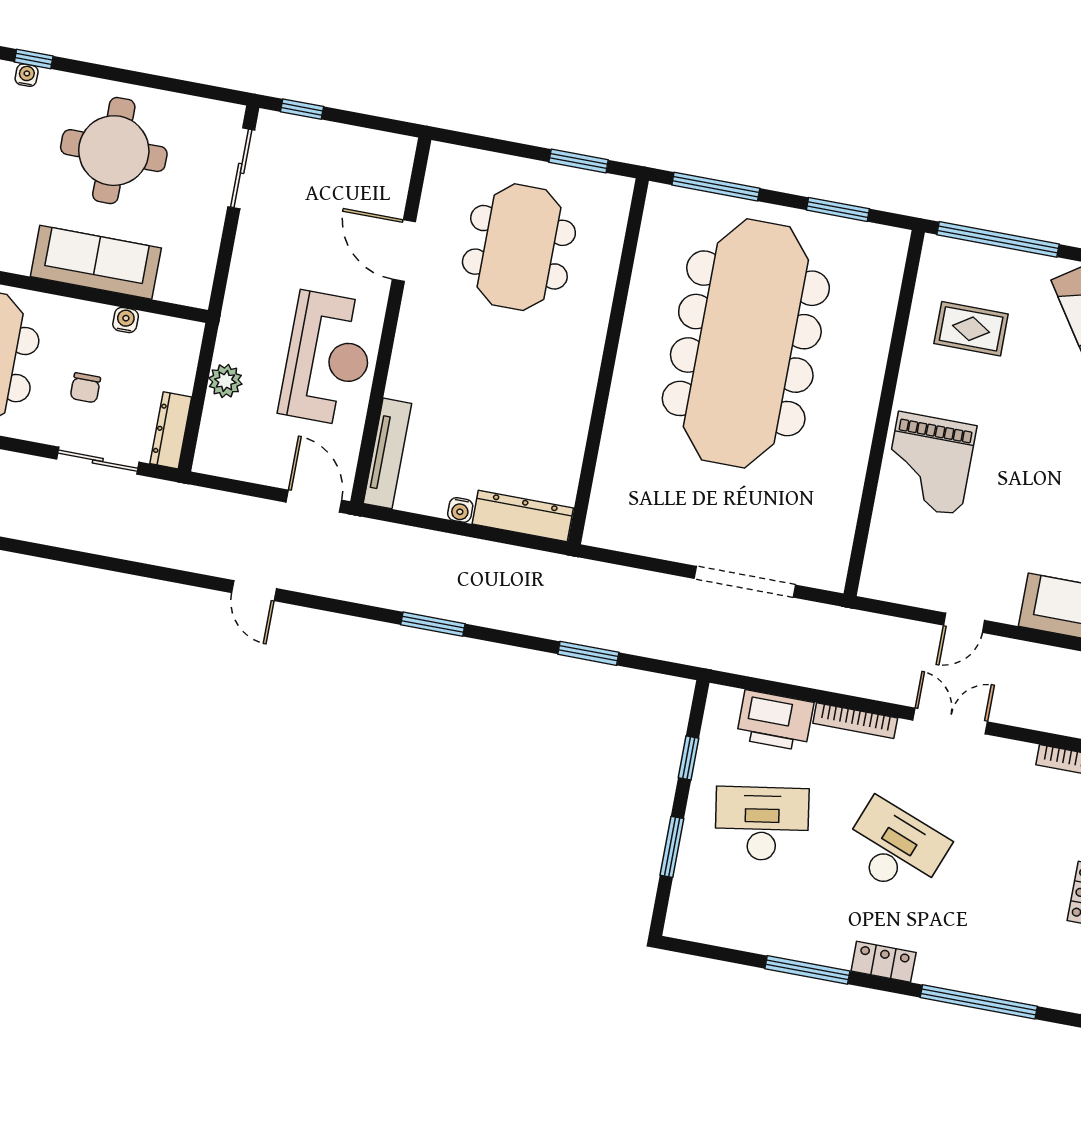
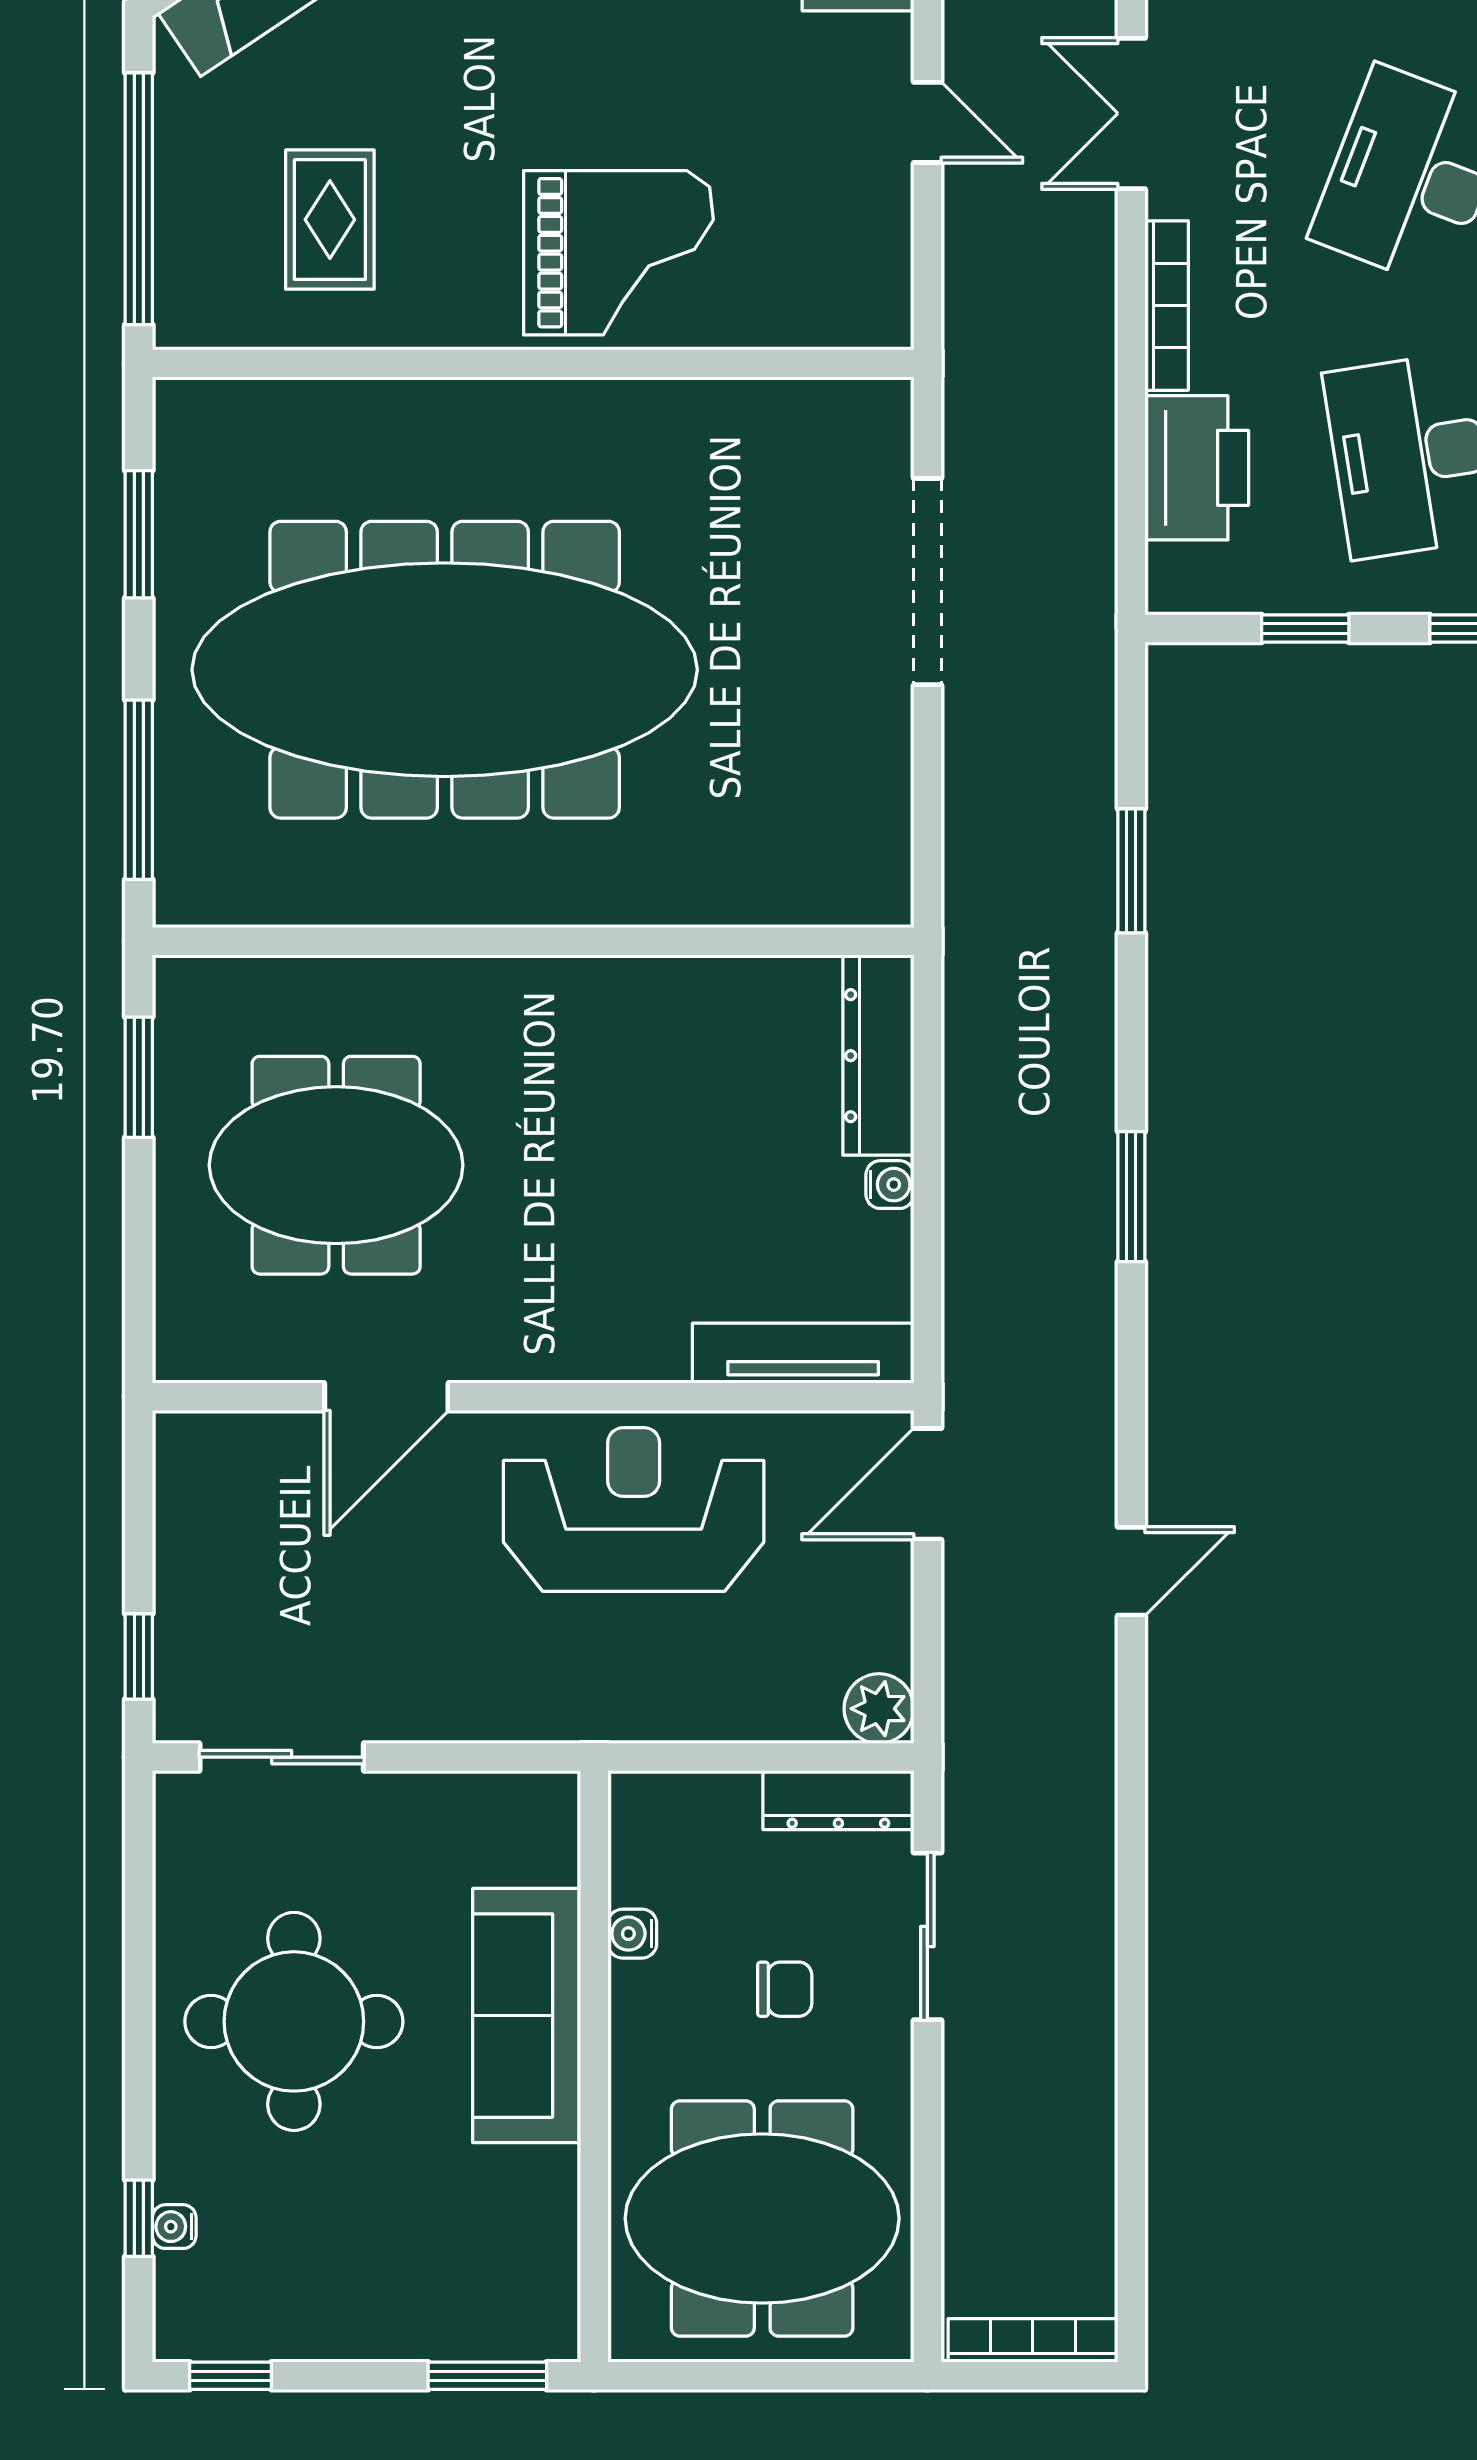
plant: (225, 381) -> (879, 1709), moved

